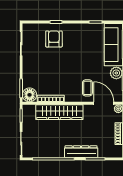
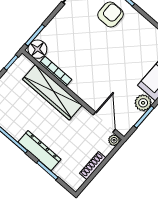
coffee table: (87, 88) -> (101, 93), removed

